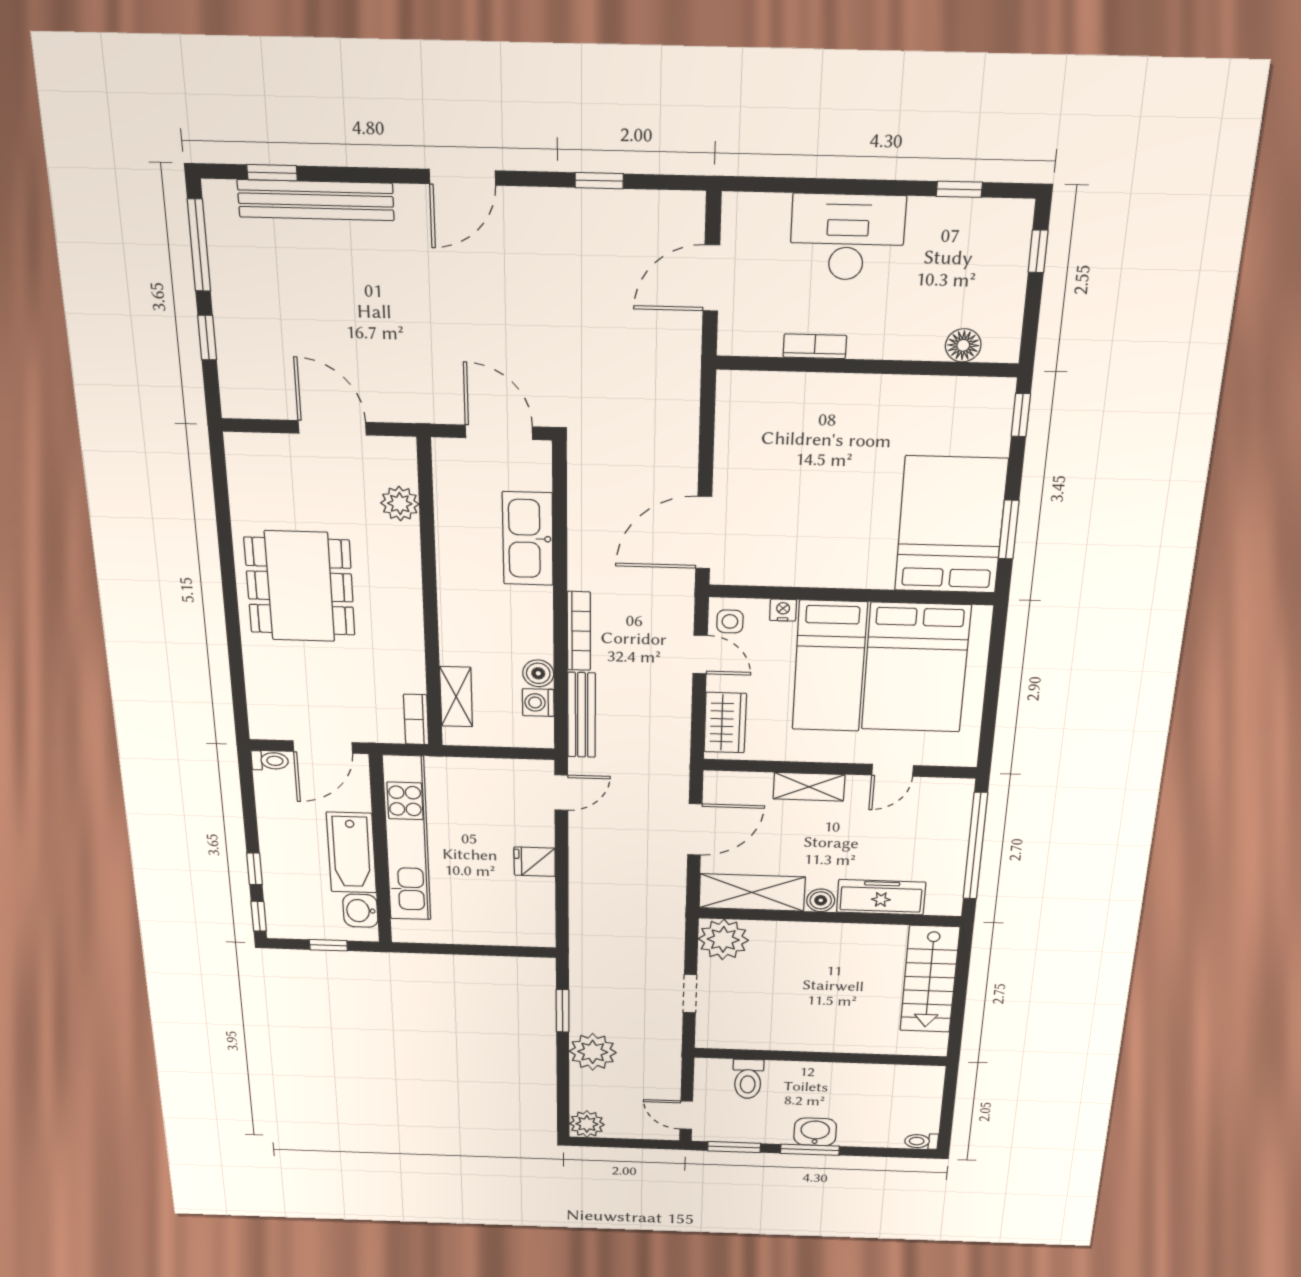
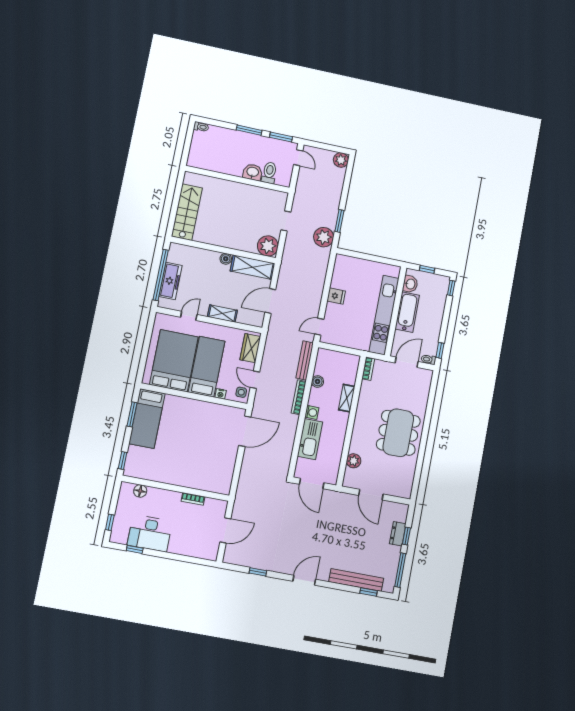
desk: (847, 237) -> (150, 533), moved
dresser: (233, 340) -> (398, 534), added
bed: (951, 525) -> (147, 419), width x0.67
shelving: (456, 697) -> (347, 398), moved
washing machine: (538, 703) -> (312, 412), moved
window: (254, 869) -> (440, 350), moved
freezer: (881, 897) -> (171, 281), moved, turned -90
plant: (593, 1052) -> (324, 237), moved
washbasin: (815, 1132) -> (253, 172), moved, turned 180

